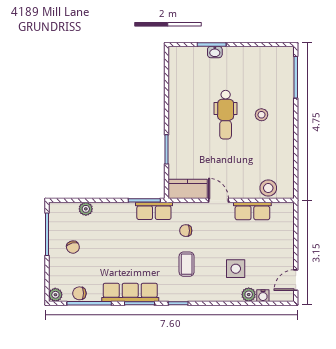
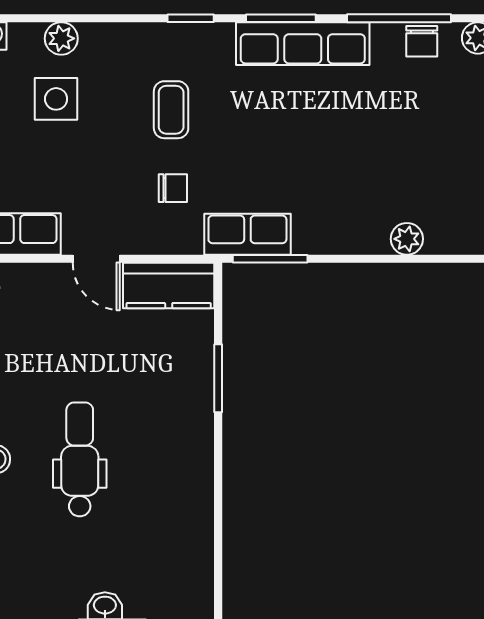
chair: (73, 247) -> (437, 150), removed
chair: (79, 293) -> (422, 41), turned 90
plant: (249, 295) -> (61, 38), moved

